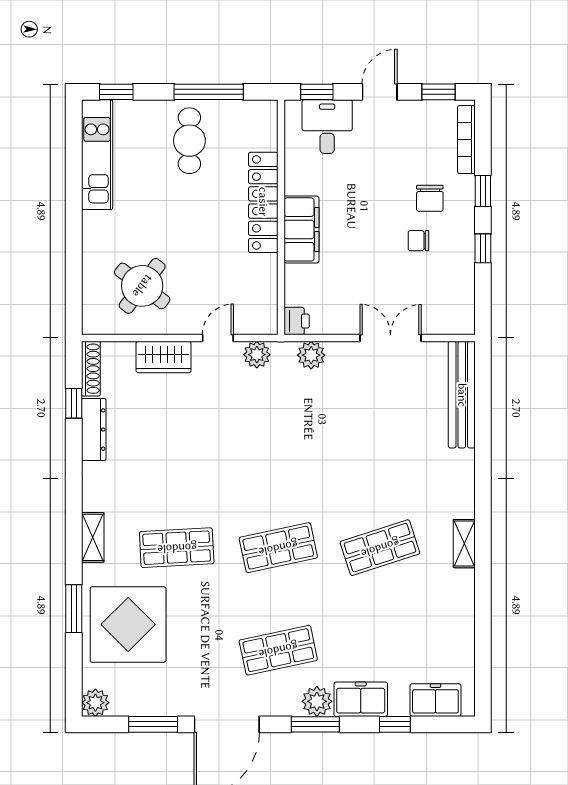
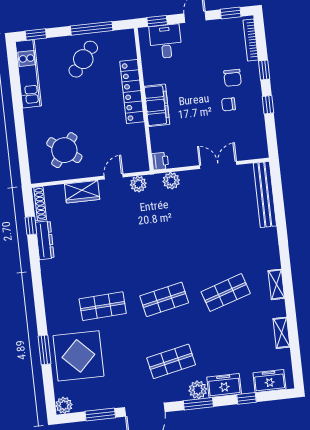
cafe table: (189, 141) -> (83, 59), turned 39
shelving: (93, 537) -> (281, 333), moved

